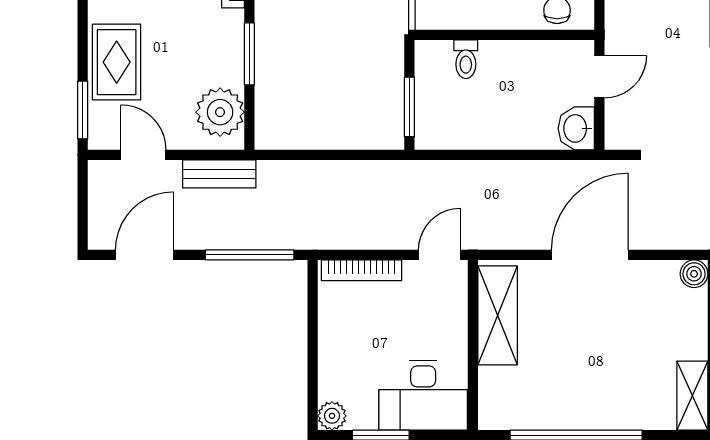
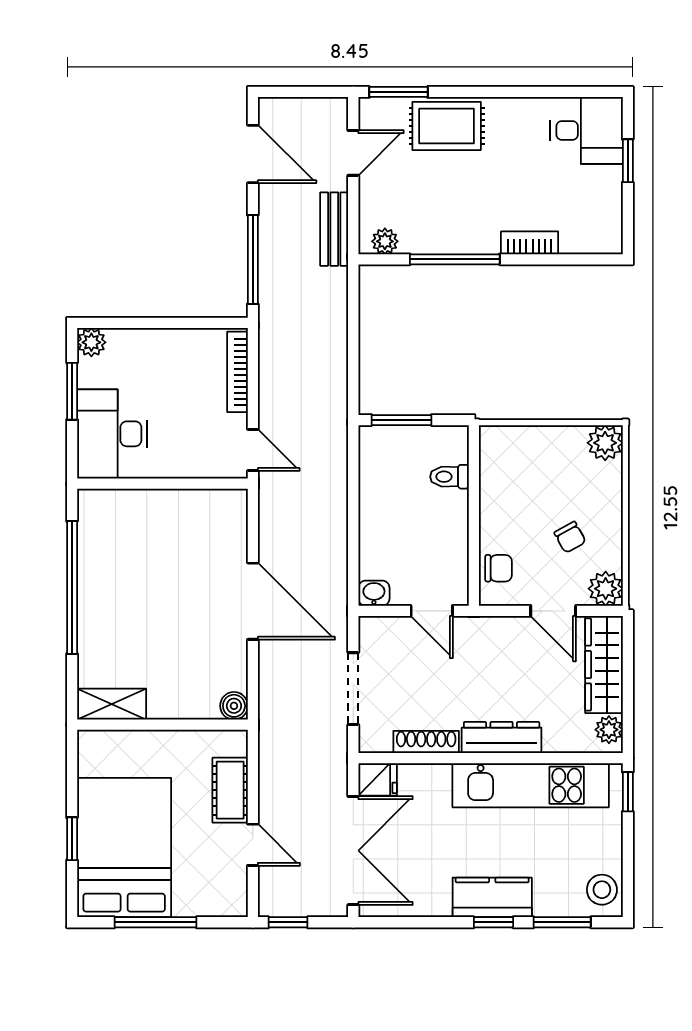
window: (249, 54) -> (455, 259), width x1.44
plant: (220, 112) -> (385, 241), width x0.53, depth x0.53
washbasin: (576, 128) -> (374, 593), width x0.72, depth x0.69
shelving: (498, 315) -> (192, 509), removed

